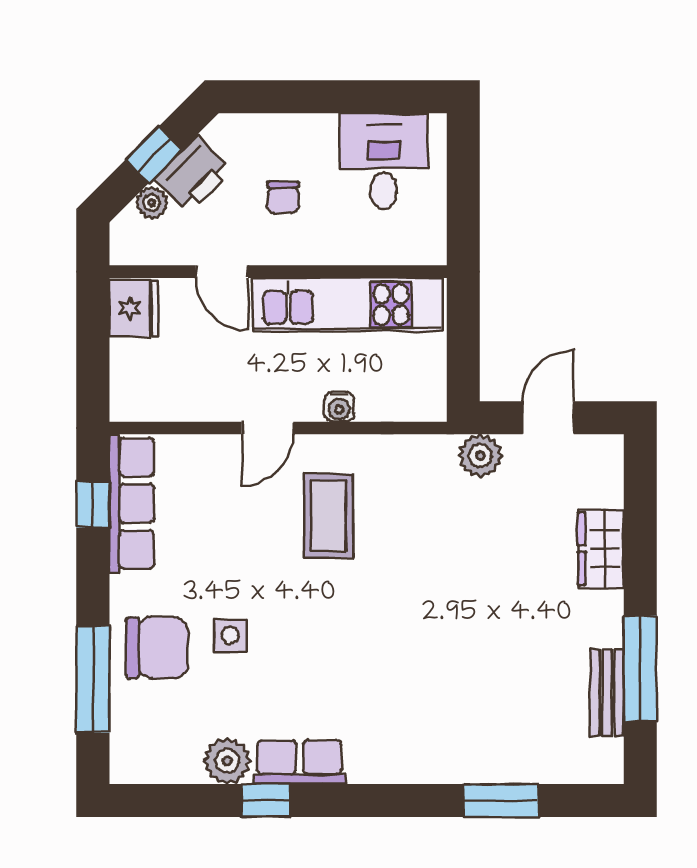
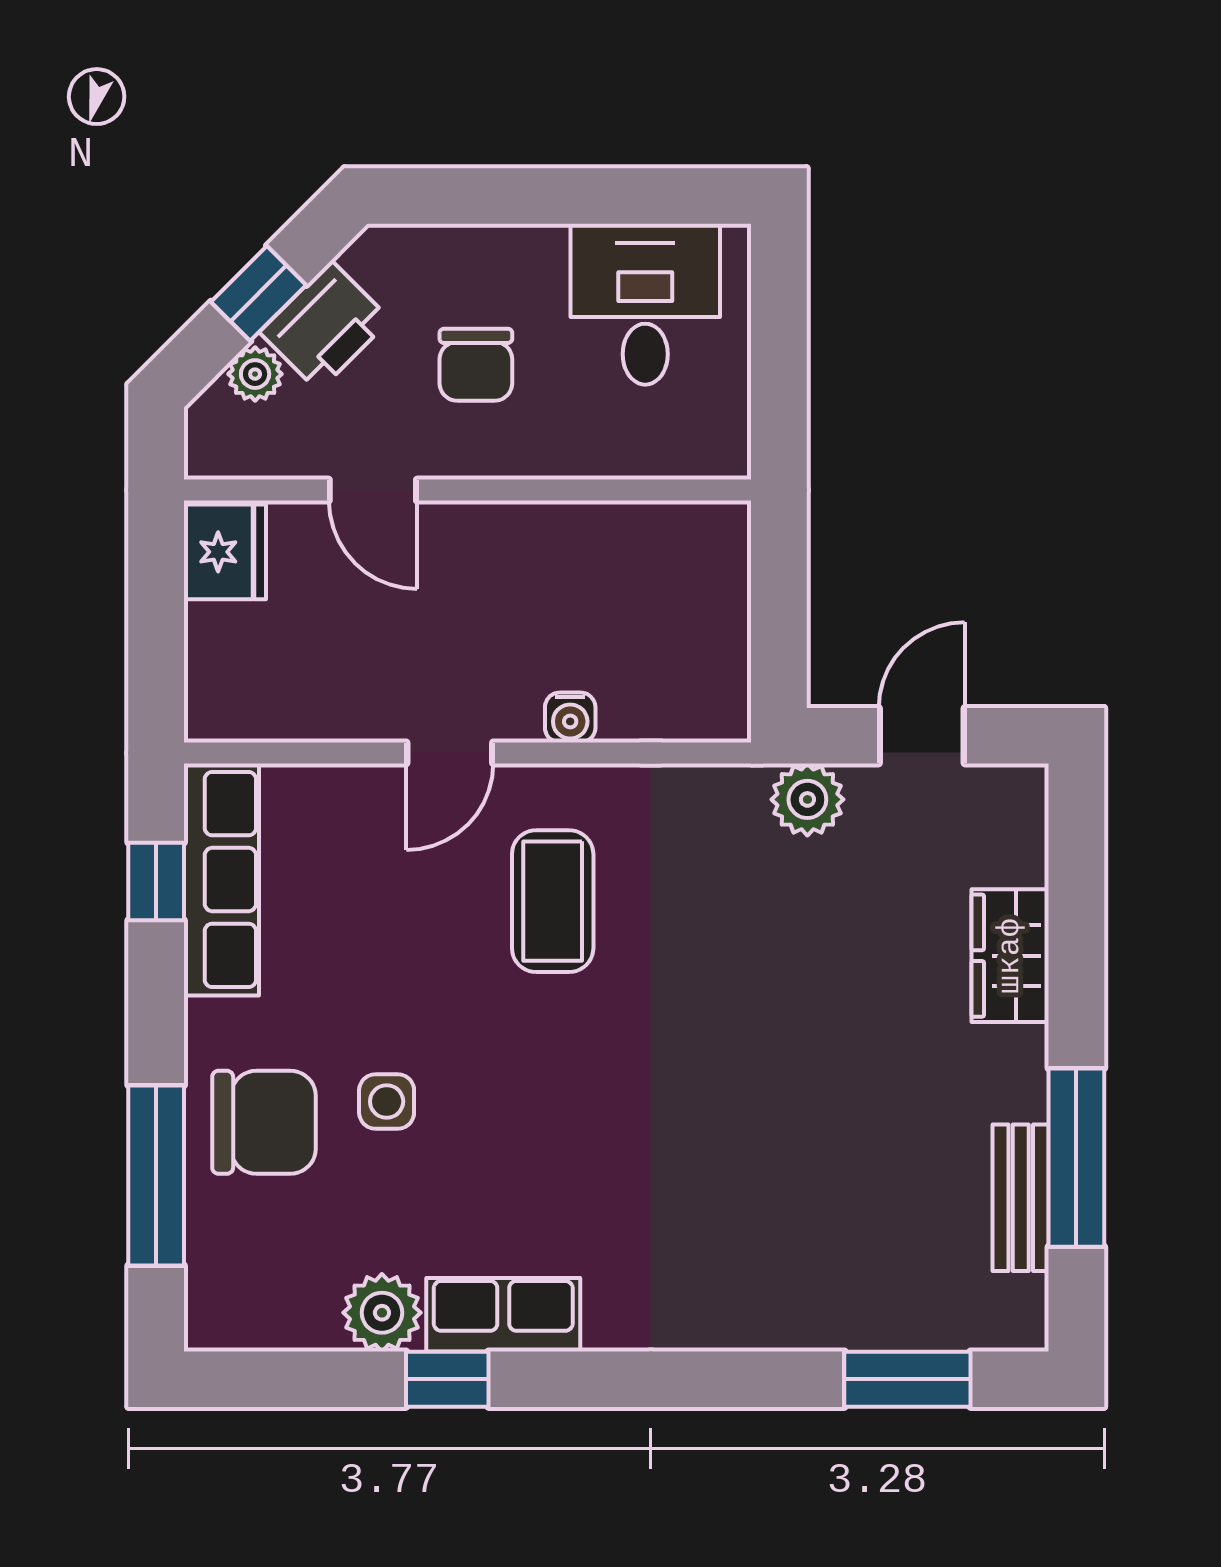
chair: (283, 197) -> (476, 365), width x1.37, depth x1.37
kitchen unit: (347, 305) -> (584, 546), removed
window: (501, 800) -> (907, 1379), moved

